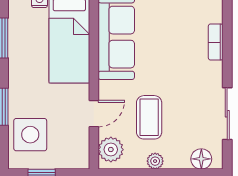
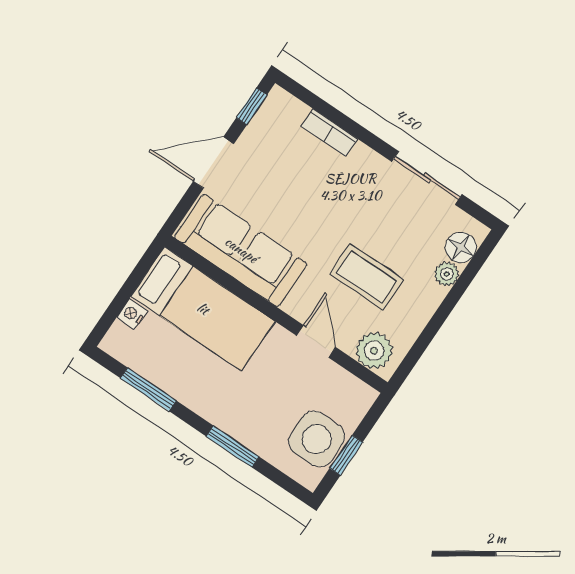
side table: (30, 135) -> (317, 439), moved
plant: (155, 161) -> (447, 274), moved

